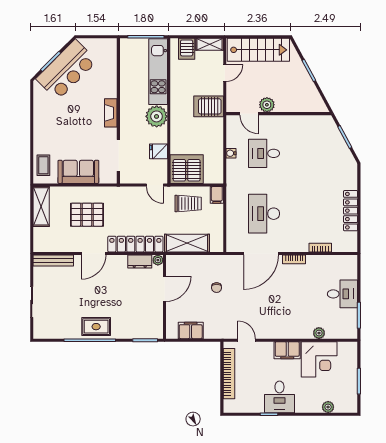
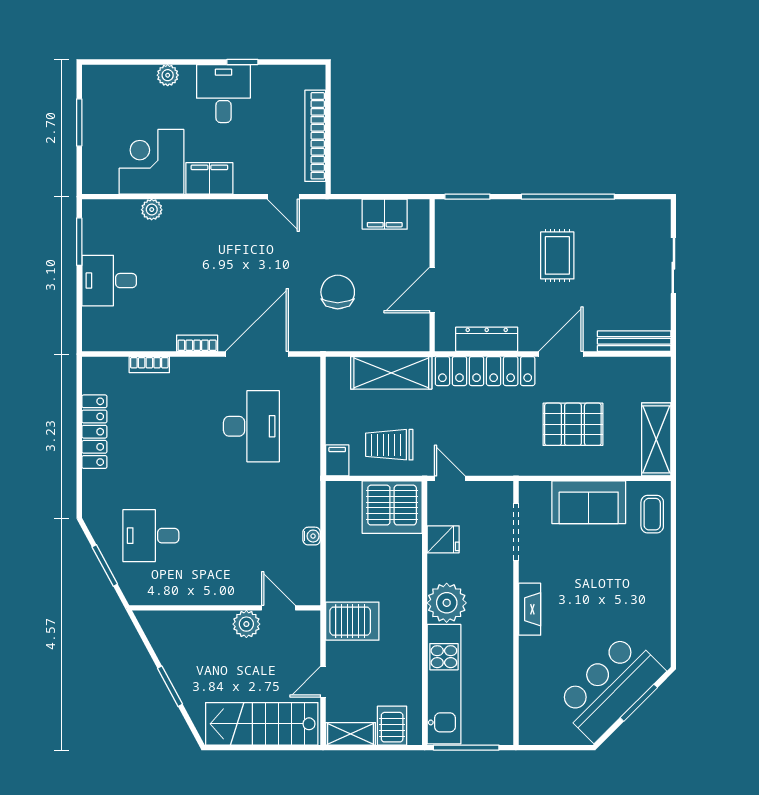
desk: (264, 153) -> (151, 536), moved, turned 180
plant: (158, 260) -> (444, 342), removed
dresser: (140, 262) -> (487, 339), width x1.44
chair: (217, 288) -> (338, 292), width x1.87, depth x1.87
rug: (96, 327) -> (557, 255), moved, turned 90
plant: (328, 407) -> (168, 75), moved

